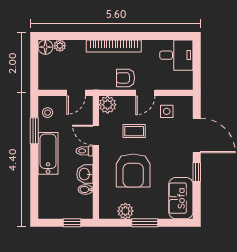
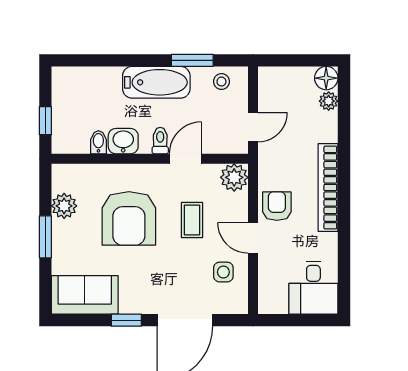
door: (76, 93) -> (253, 127), swing flipped
armchair: (133, 171) -> (129, 218), turned -90

